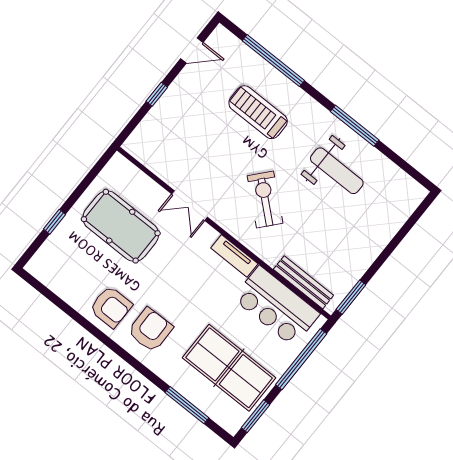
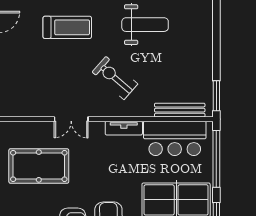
treadmill: (258, 112) -> (67, 27), turned 180

